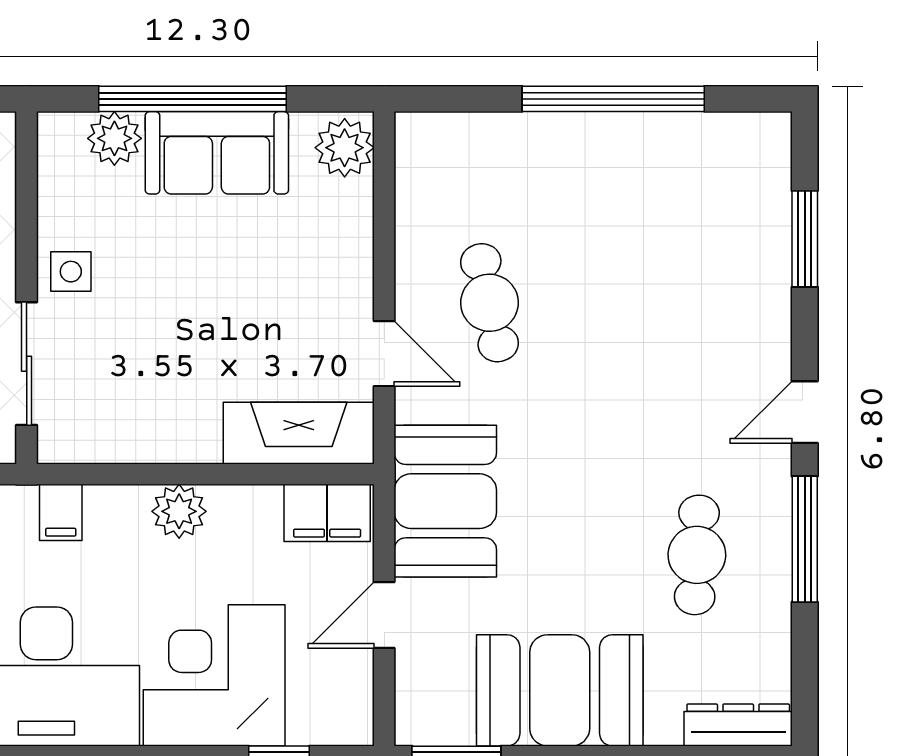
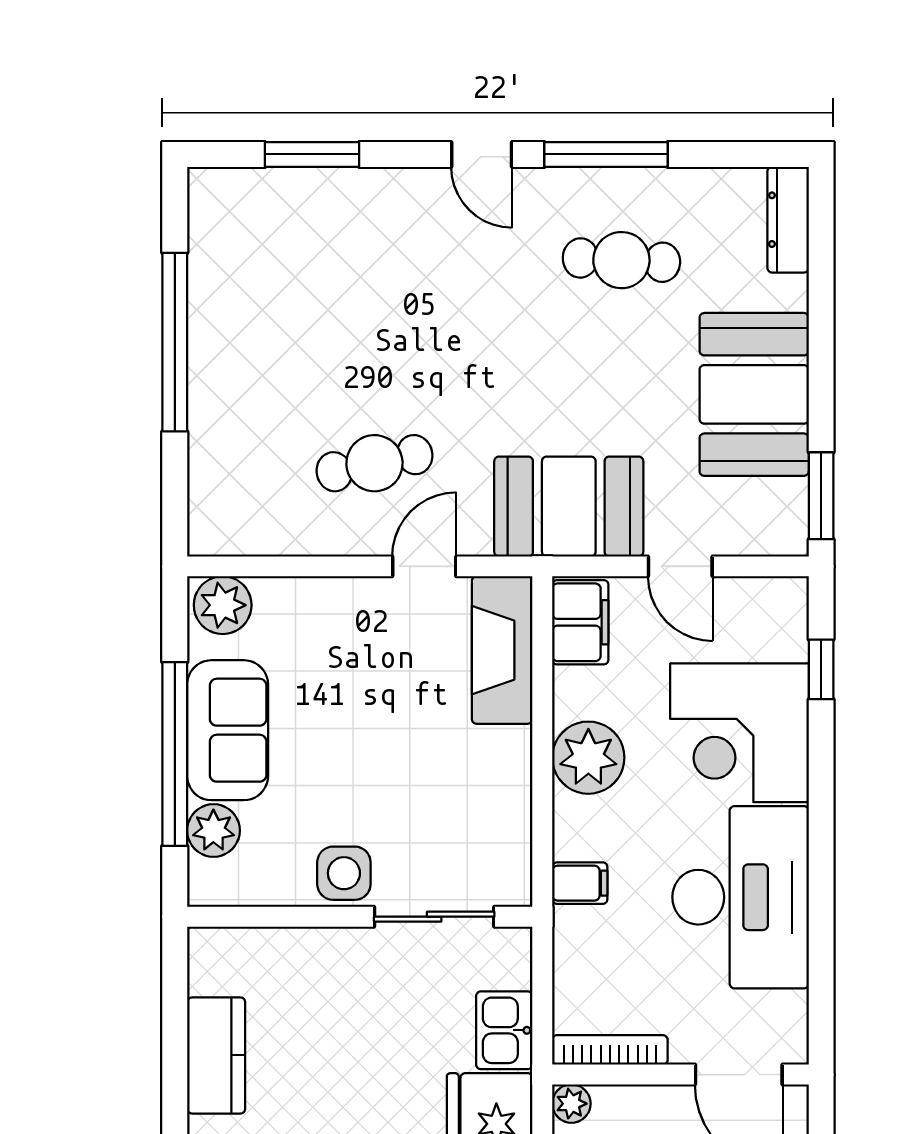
side table: (71, 272) -> (344, 873), width x1.37, depth x1.37
plant: (179, 511) -> (588, 758), width x1.36, depth x1.36

